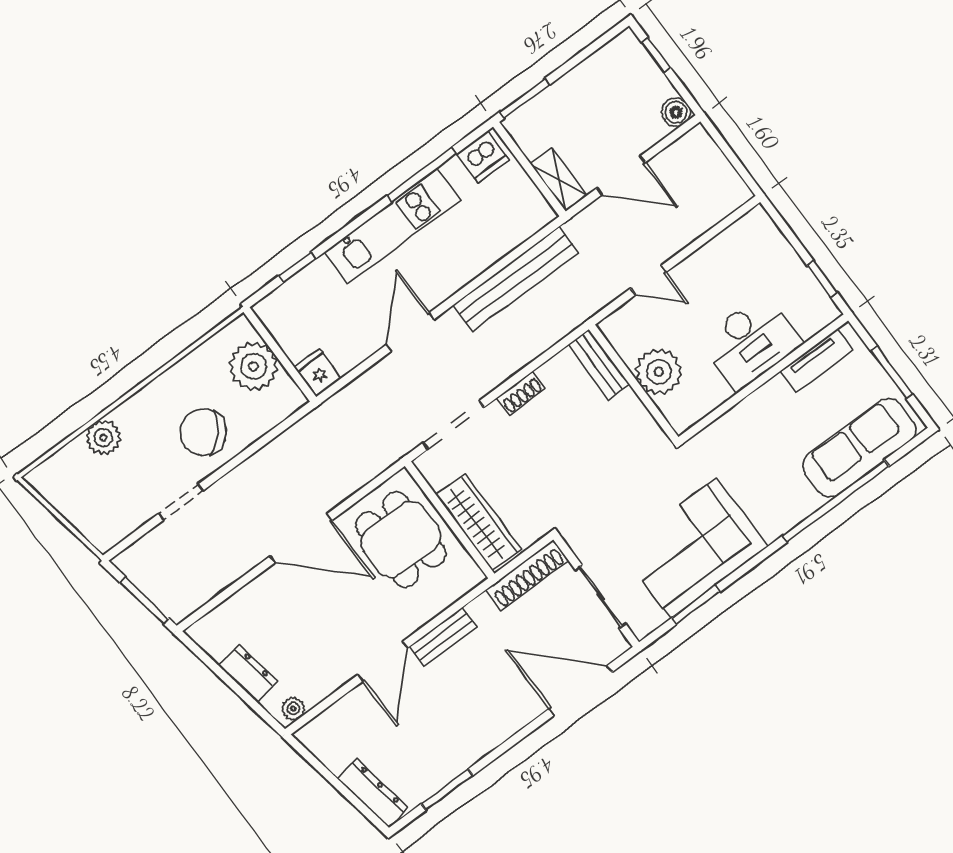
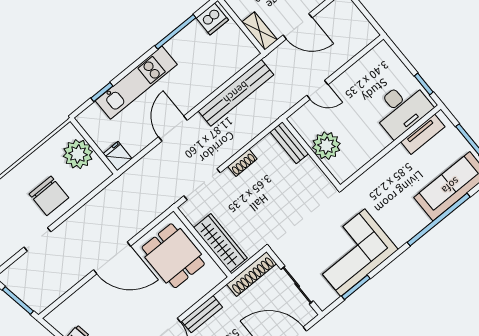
kitchen unit: (392, 226) -> (136, 83), moved
desk: (751, 342) -> (402, 109), moved
chair: (203, 432) -> (49, 196), turned -130

